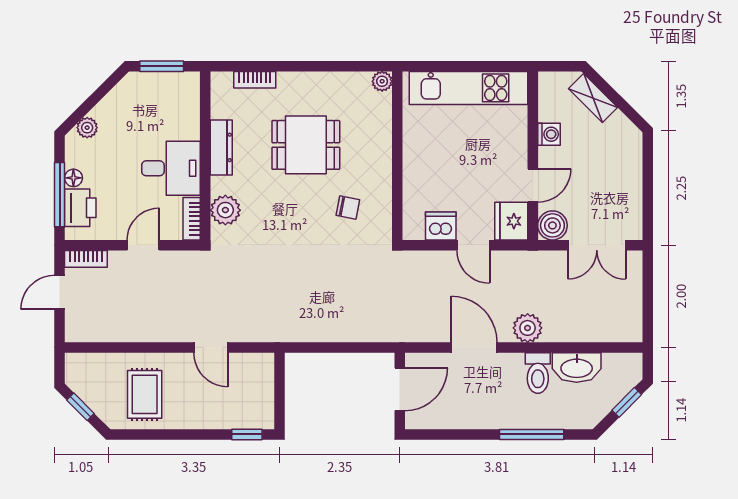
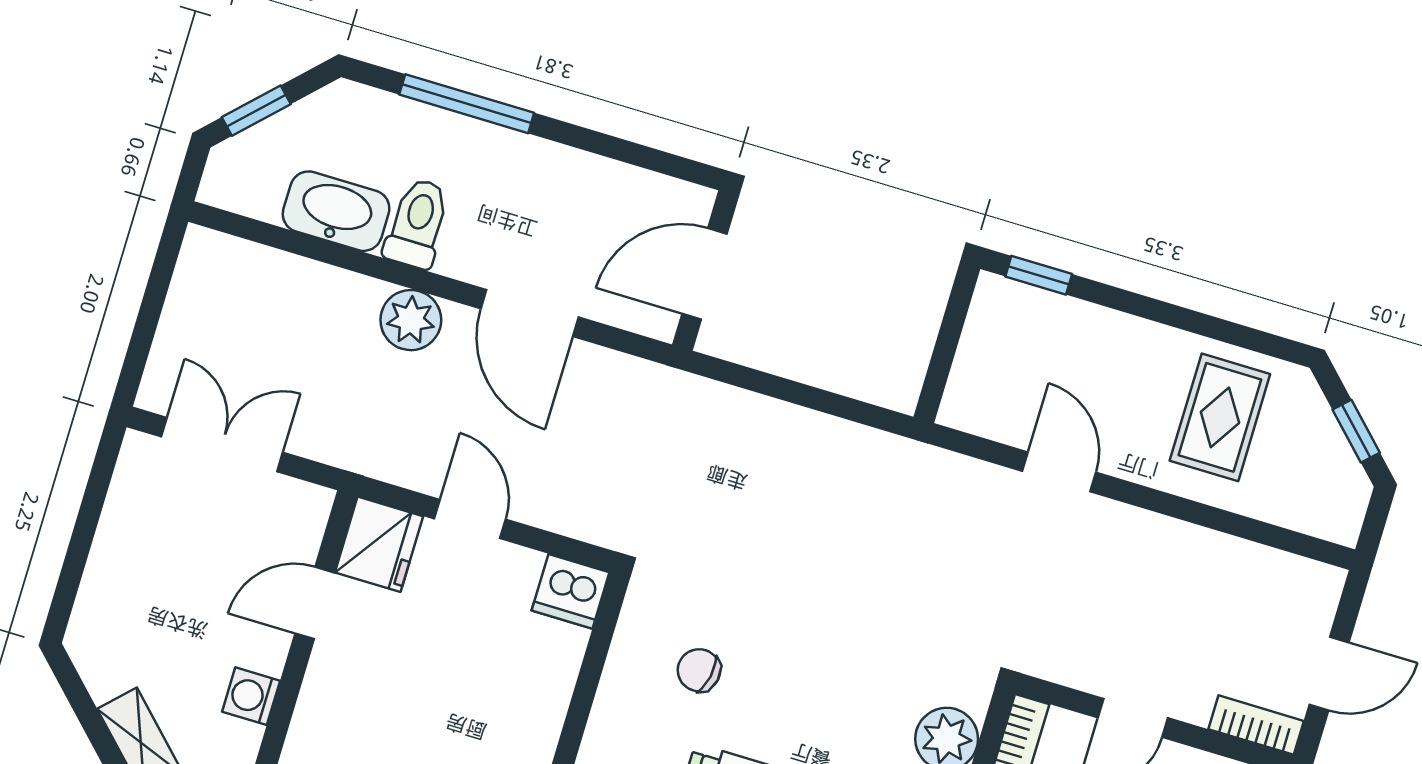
boiler: (552, 225) -> (299, 511), removed
dishwasher: (441, 226) -> (571, 591), moved

